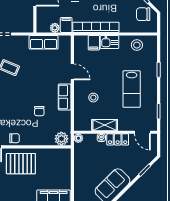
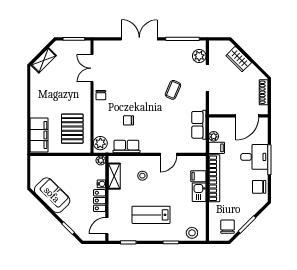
stool: (137, 45) -> (192, 233), moved
row of seats: (65, 97) -> (126, 146), moved
shelving: (105, 125) -> (114, 176), moved
pallet: (21, 164) -> (72, 129), moved

